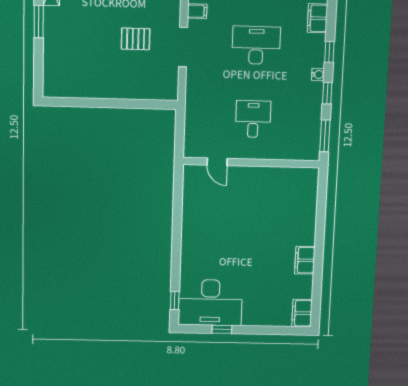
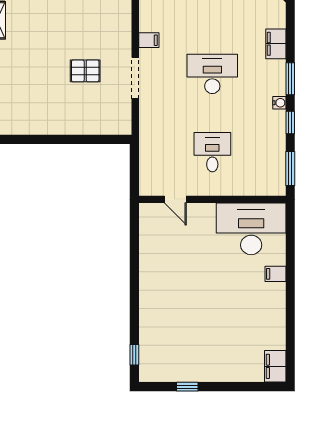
window: (329, 52) -> (290, 79), width x1.50
filing cabinet: (305, 260) -> (275, 274), moved, width x0.50
desk: (210, 303) -> (251, 229), moved, turned 180

